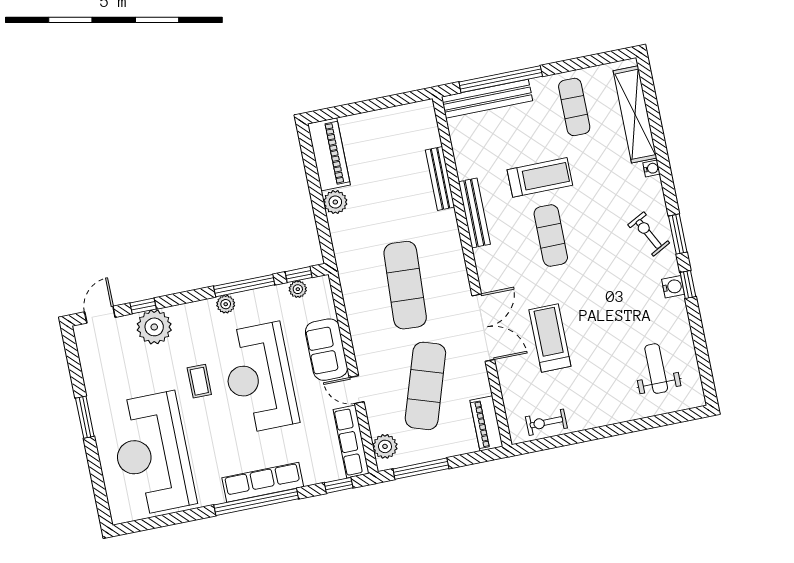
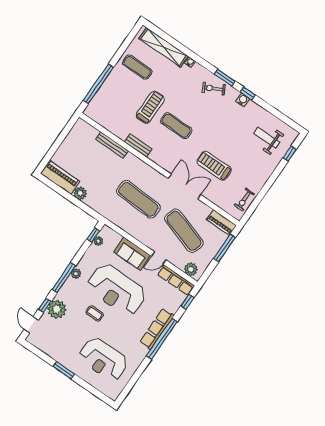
bench: (487, 99) -> (100, 97), removed
bench: (474, 213) -> (138, 146), width x0.73
window: (244, 286) -> (64, 278), moved
window: (667, 419) -> (290, 153), added
reception desk: (152, 454) -> (103, 359), width x0.74, depth x0.77
window: (421, 469) -> (224, 248), moved

